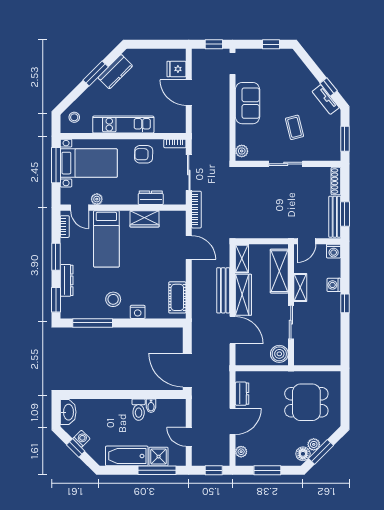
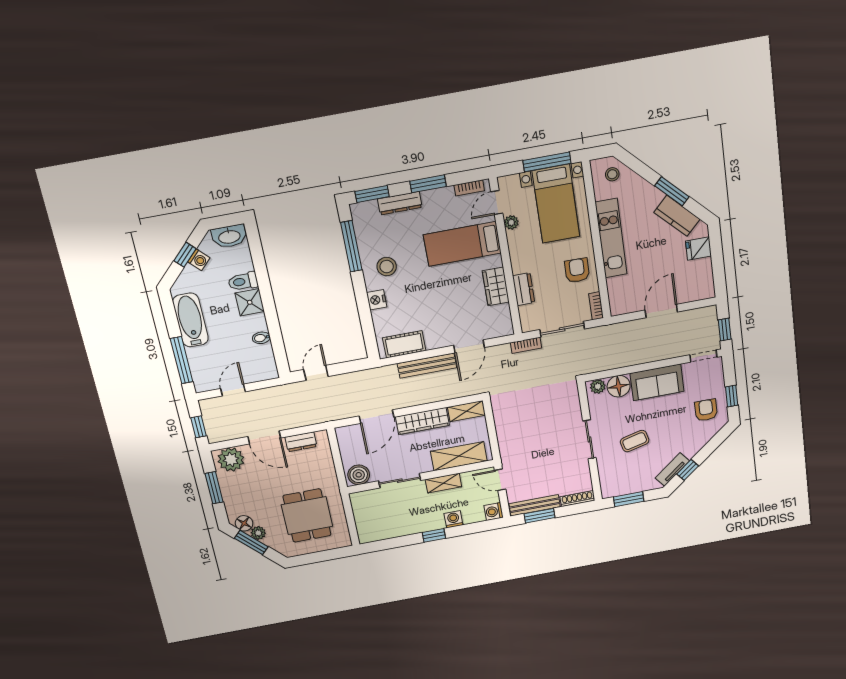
armchair: (279, 66) -> (706, 410), added
fridge: (176, 69) -> (698, 249), moved, turned -90
floor lamp: (245, 134) -> (619, 386), added
bookcase: (196, 210) -> (526, 345), width x0.64
bench: (223, 290) -> (427, 366), moved
door: (187, 370) -> (316, 373), width x0.53
toilet: (139, 410) -> (243, 281), moved
plant: (241, 452) -> (231, 460), width x1.88, depth x1.88
shower: (159, 457) -> (250, 302), moved

